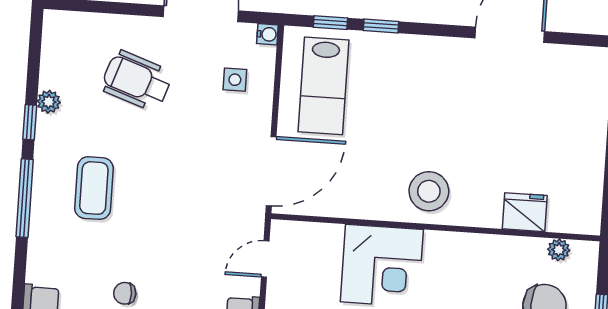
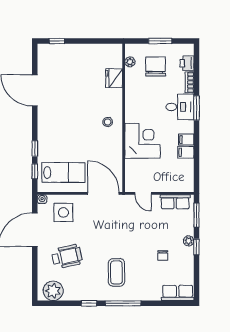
side table: (235, 80) -> (63, 212), width x1.87, depth x1.87
wheelchair: (137, 81) -> (67, 257), turned -121
plant: (49, 102) -> (53, 291), moved, width x1.87, depth x1.87
coffee table: (94, 188) -> (116, 272), turned 90
stool: (429, 191) -> (108, 122), width x0.53, depth x0.53

